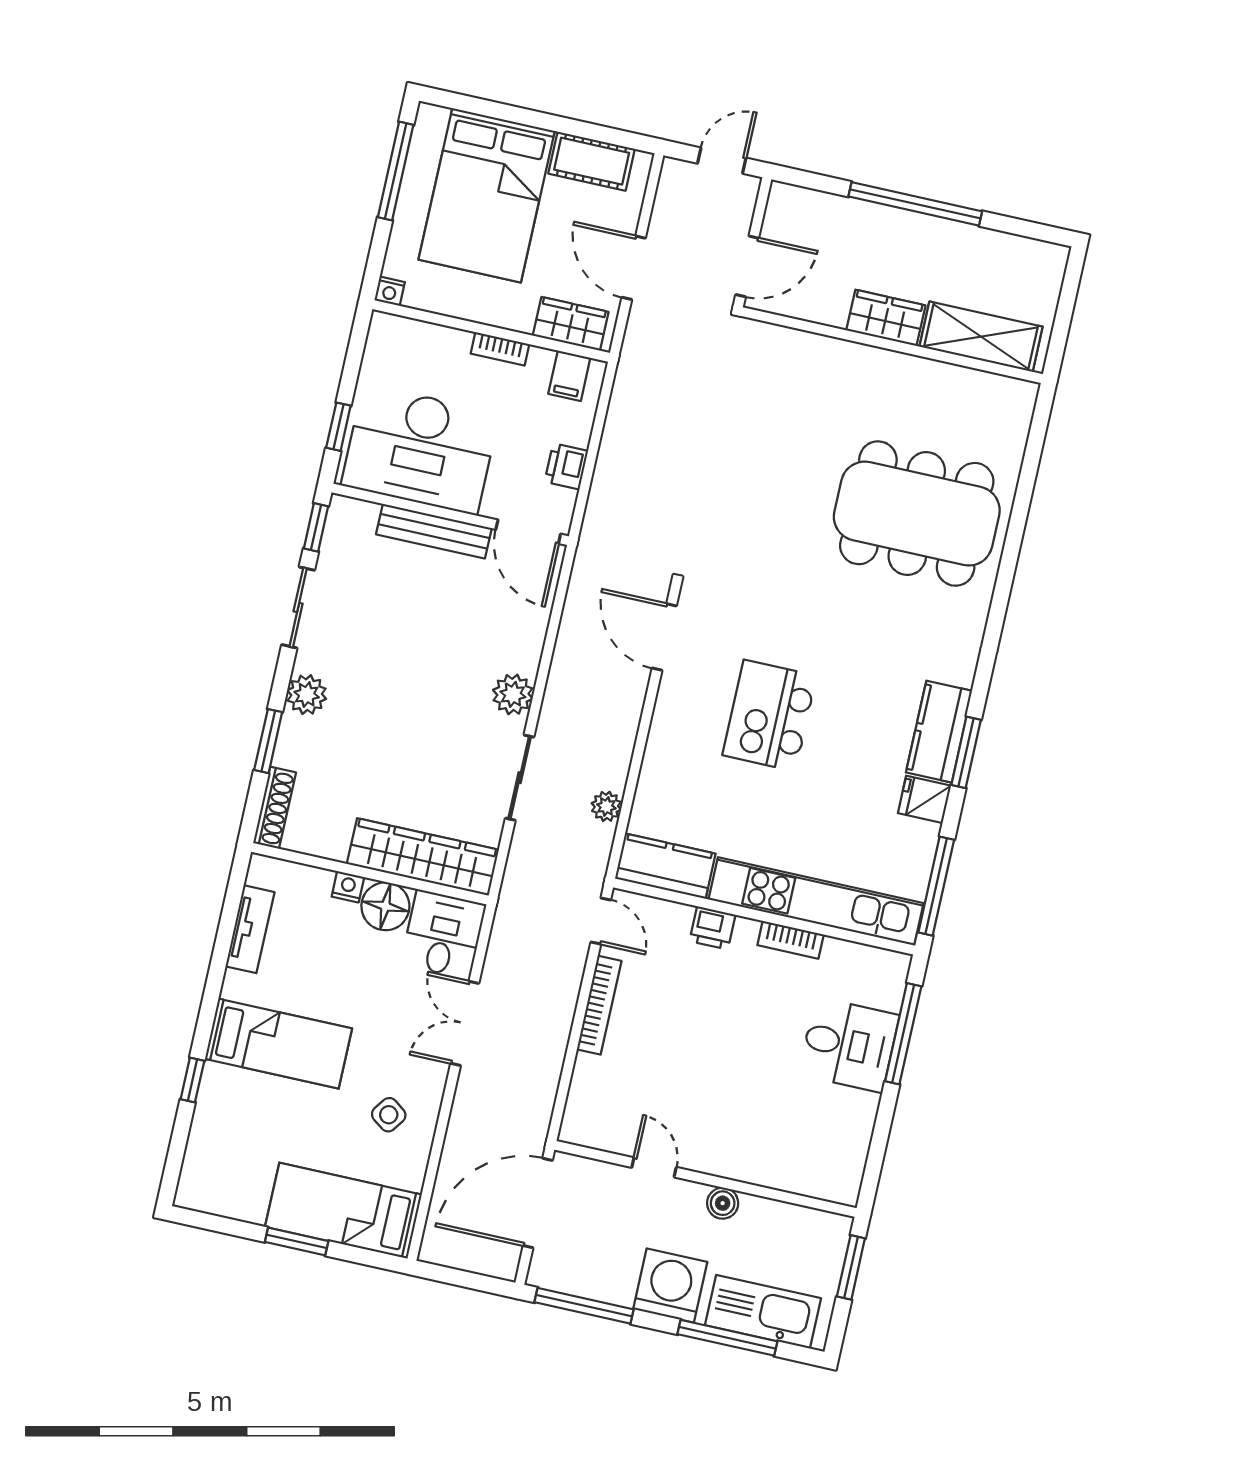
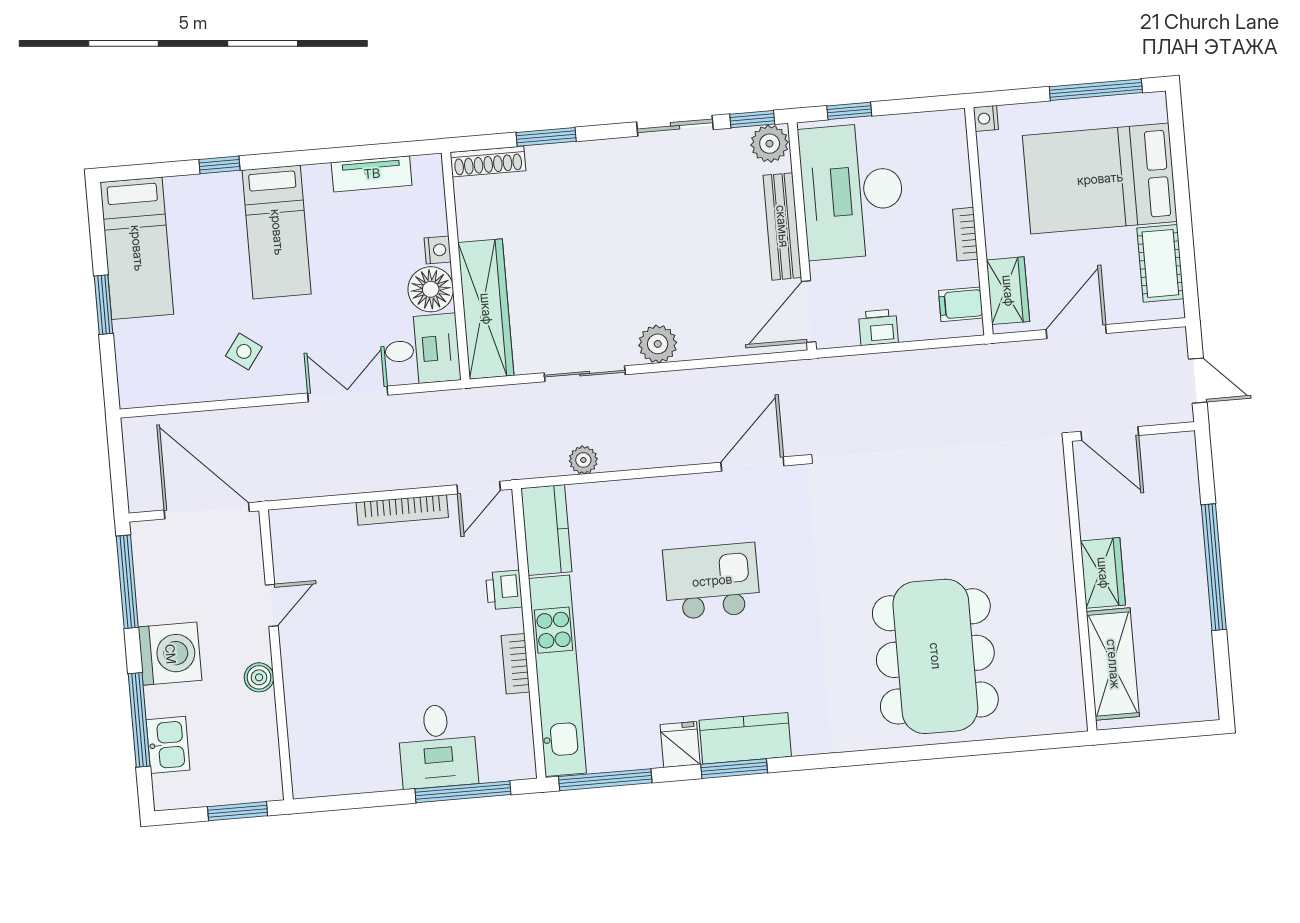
plant: (307, 695) -> (770, 144), moved
bed: (343, 1211) -> (137, 248), moved, turned 180
kitchen sink: (763, 1312) -> (168, 745), width x0.53, depth x0.81

